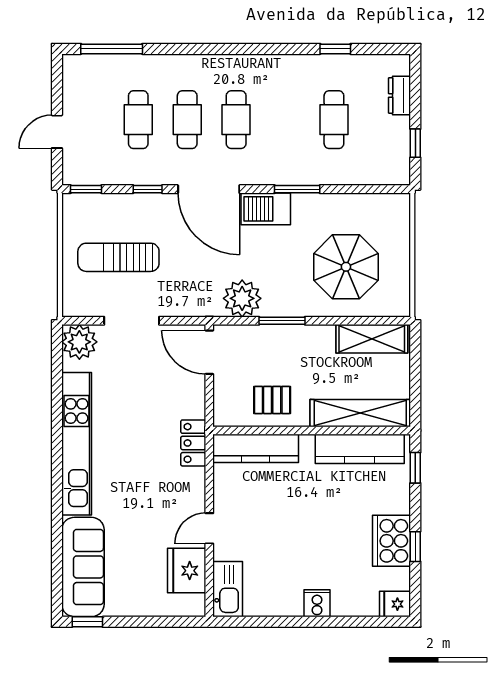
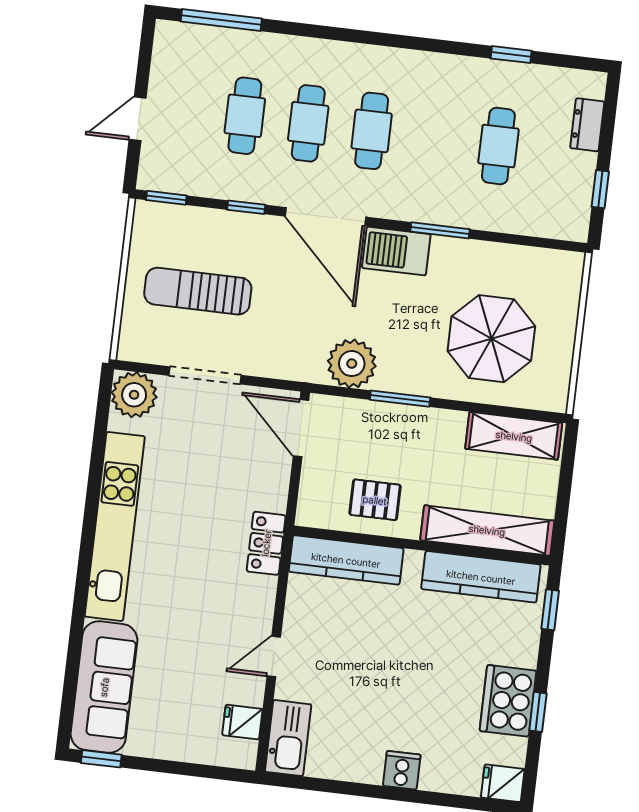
fridge: (187, 571) -> (242, 722), width x0.53, depth x0.75

